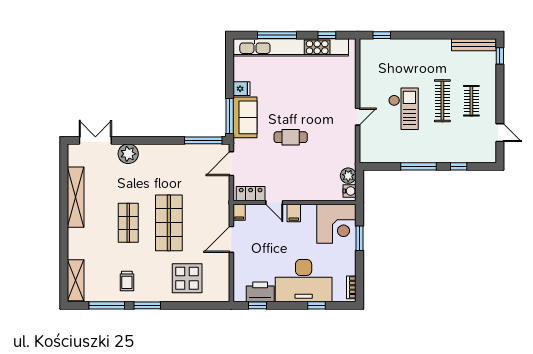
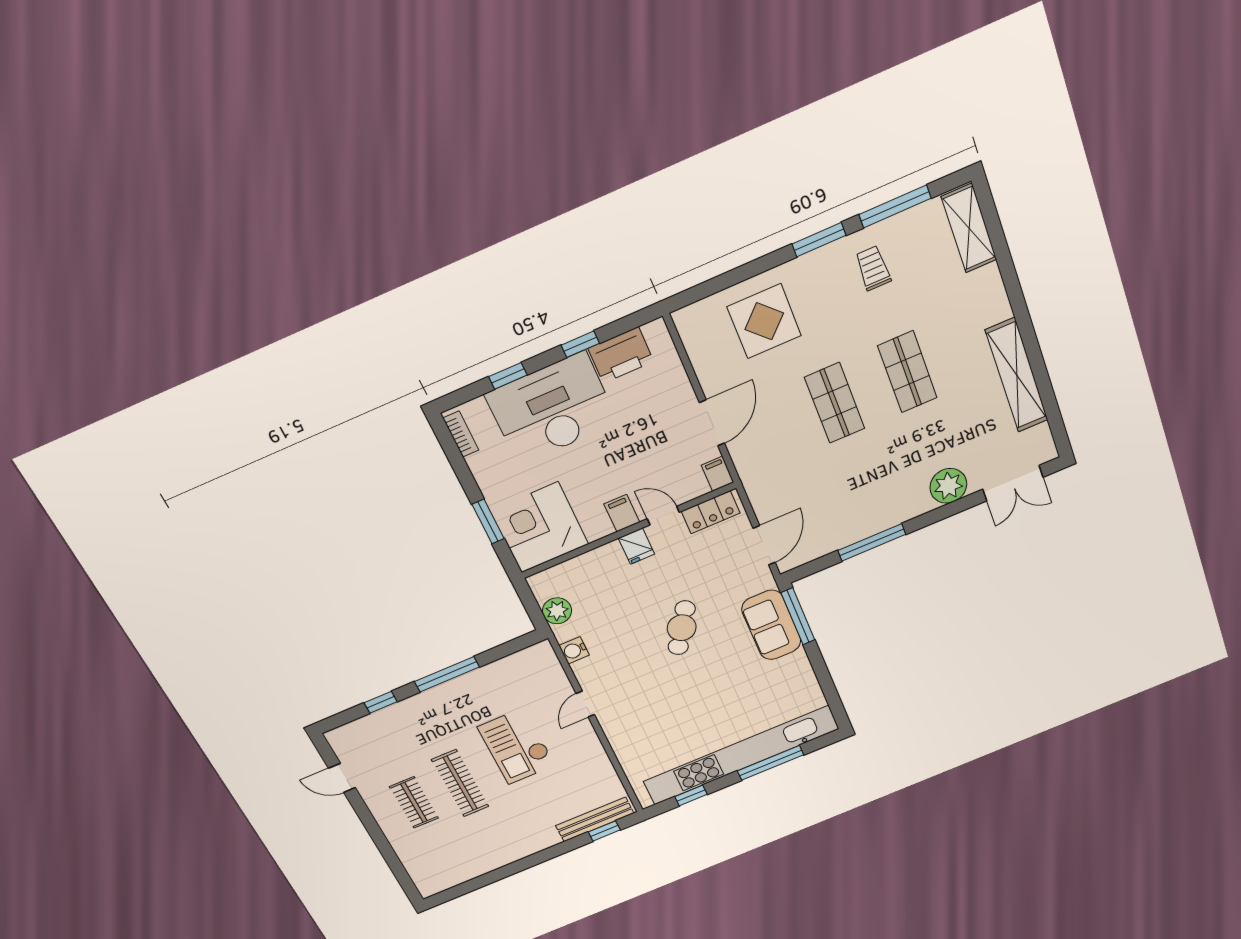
bench: (474, 45) -> (595, 819), moved
window: (500, 56) -> (404, 880), removed
fridge: (241, 89) -> (636, 546), moved, turned -90
cafe table: (291, 137) -> (682, 628), turned -58
window: (203, 140) -> (872, 542), moved
water cooler: (350, 191) -> (574, 650), moved
shop shelf: (169, 223) -> (835, 403), width x0.70, depth x0.74
window: (257, 305) -> (580, 344), moved

